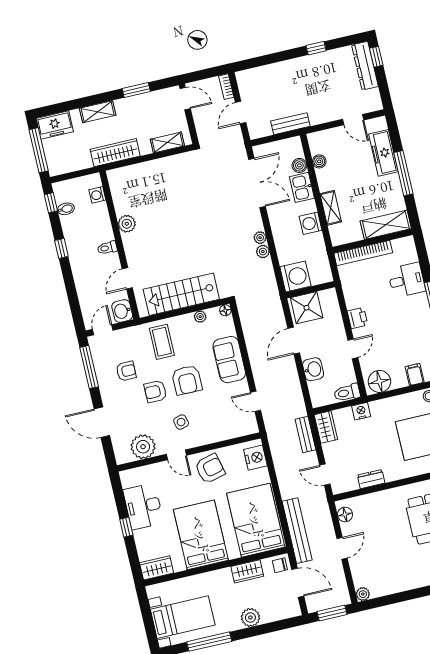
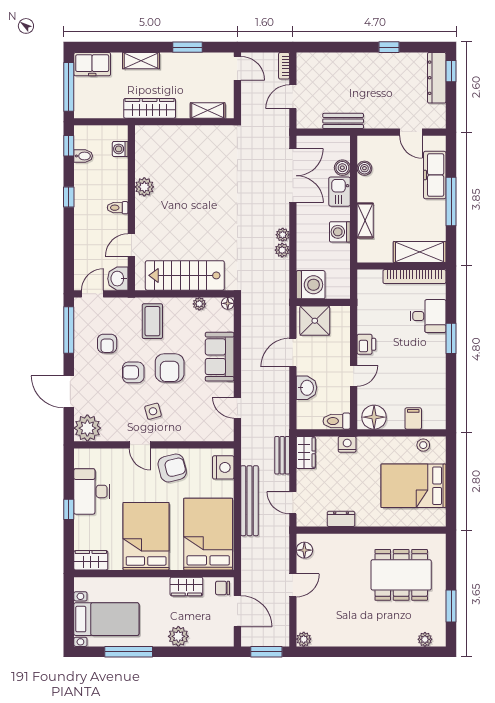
bookcase: (363, 253) -> (414, 277), moved
armchair: (126, 371) -> (107, 343), turned 90
plant: (143, 447) -> (87, 428), moved
bench: (297, 531) -> (249, 501), moved

